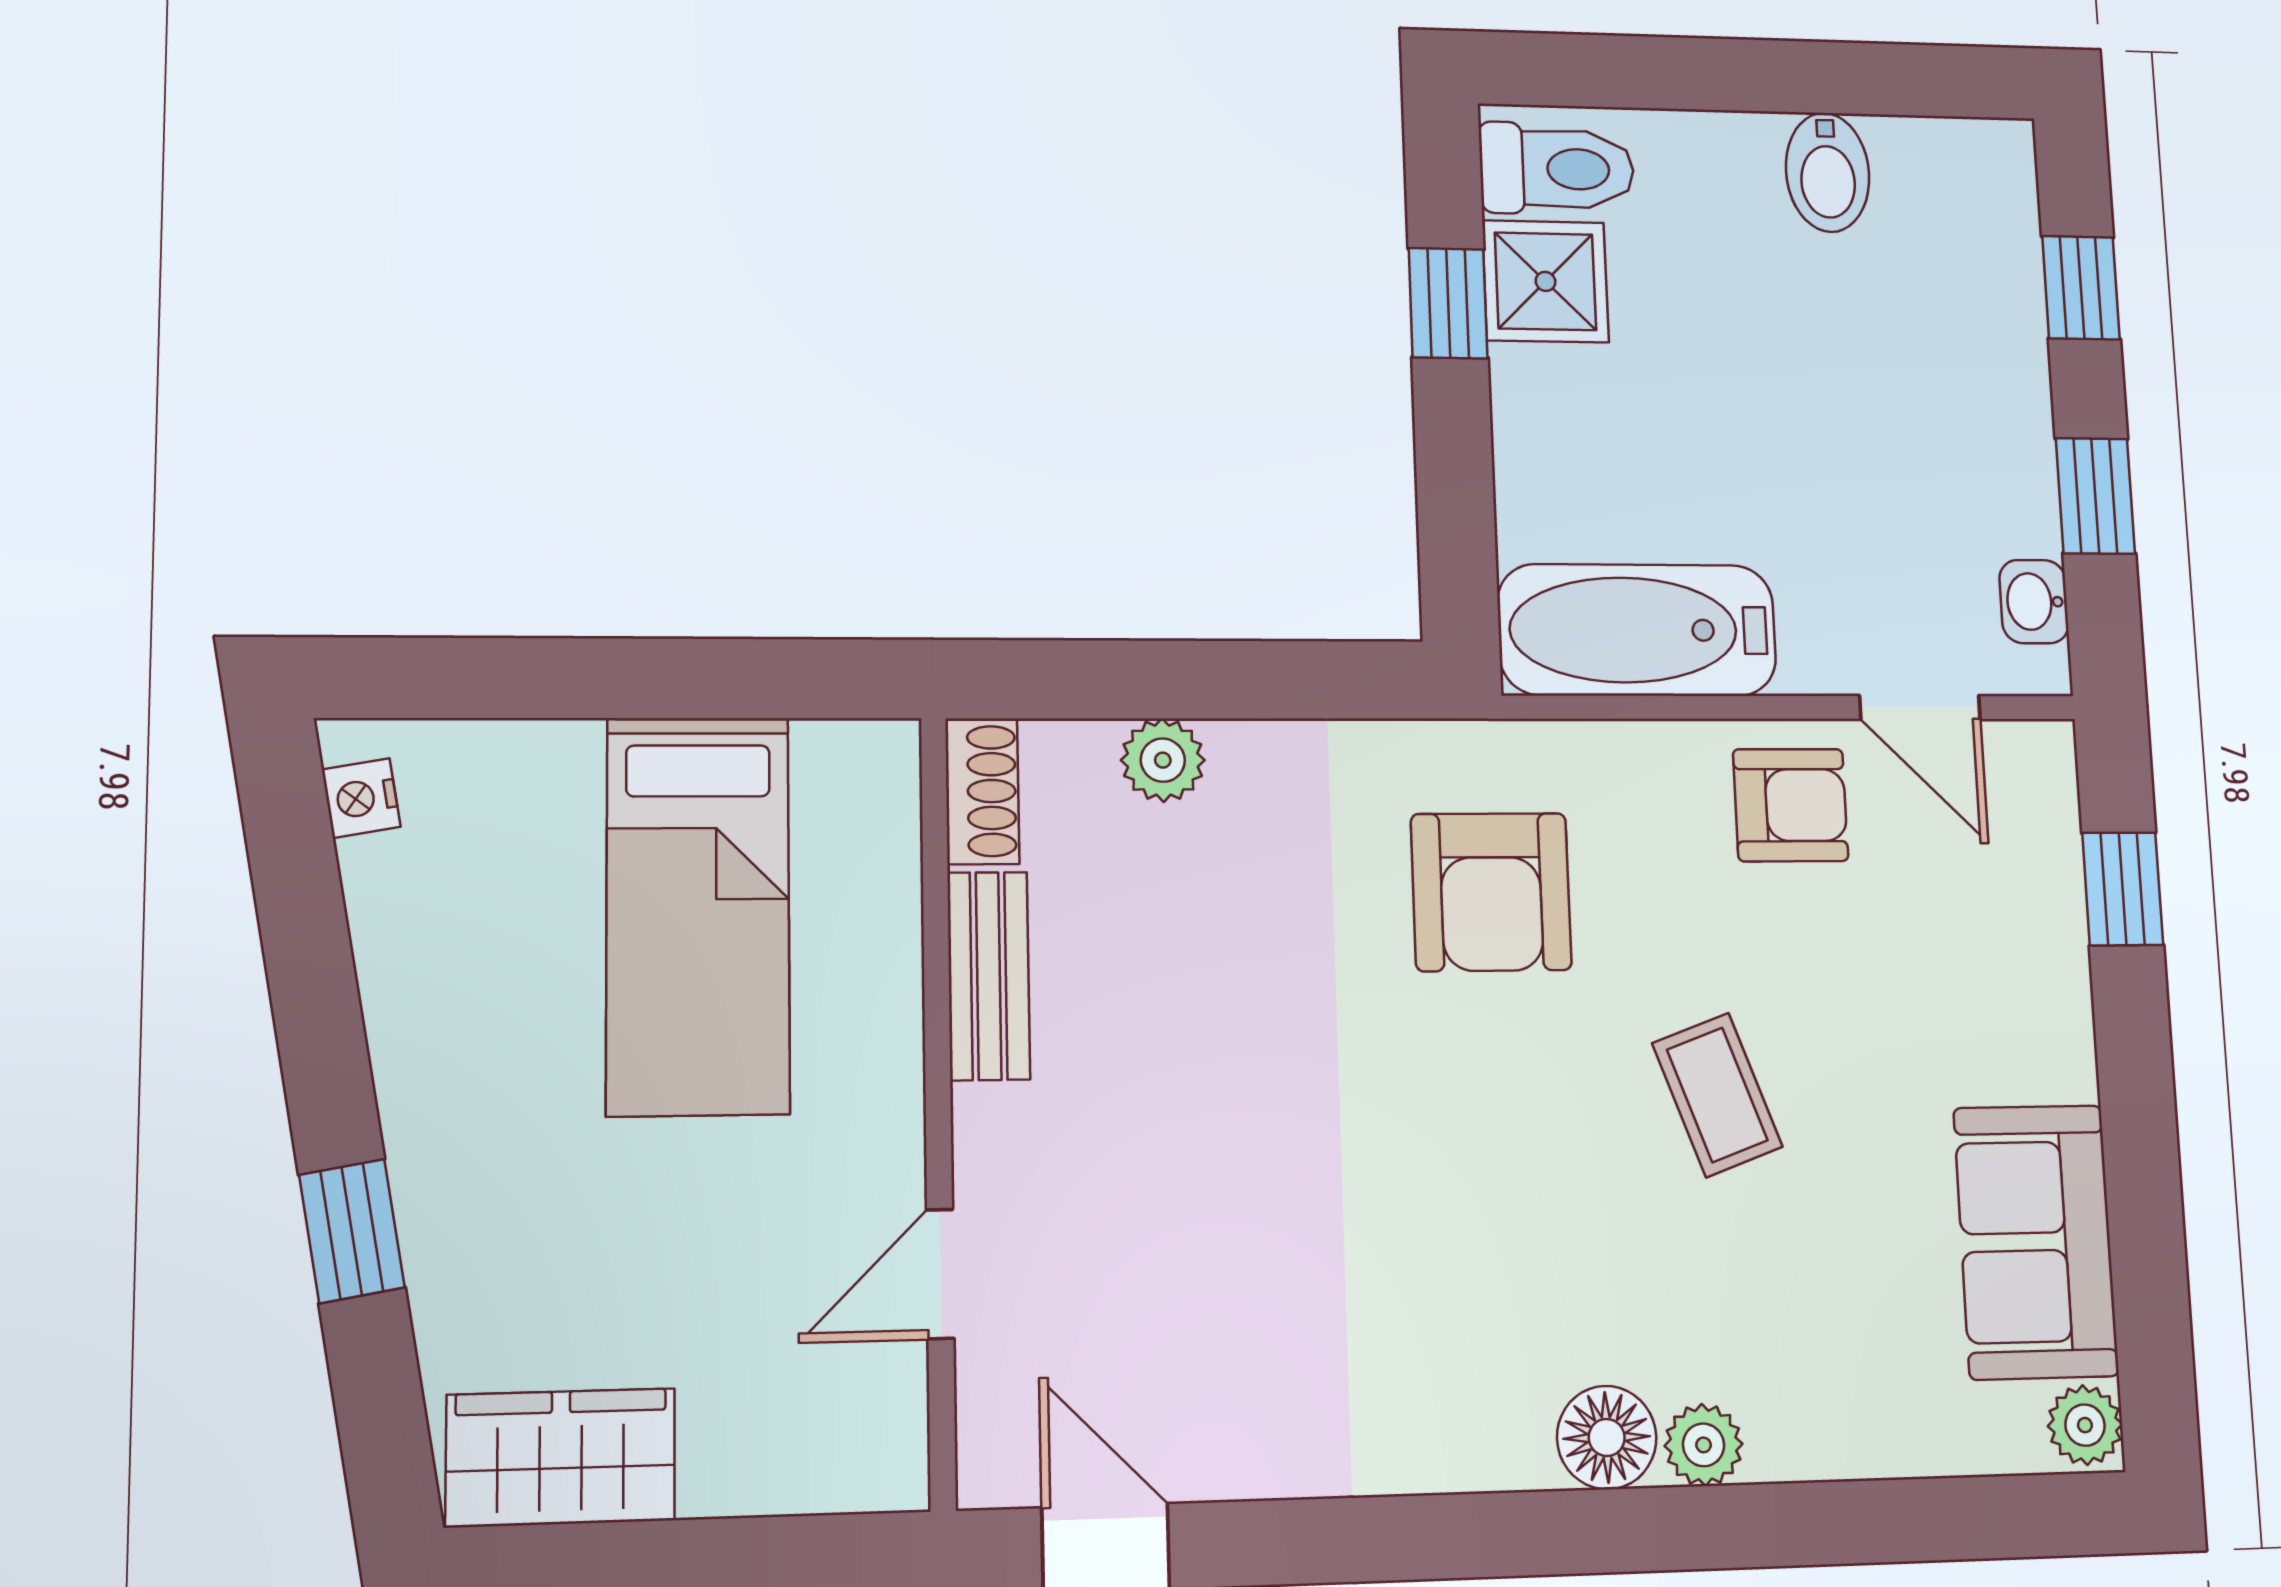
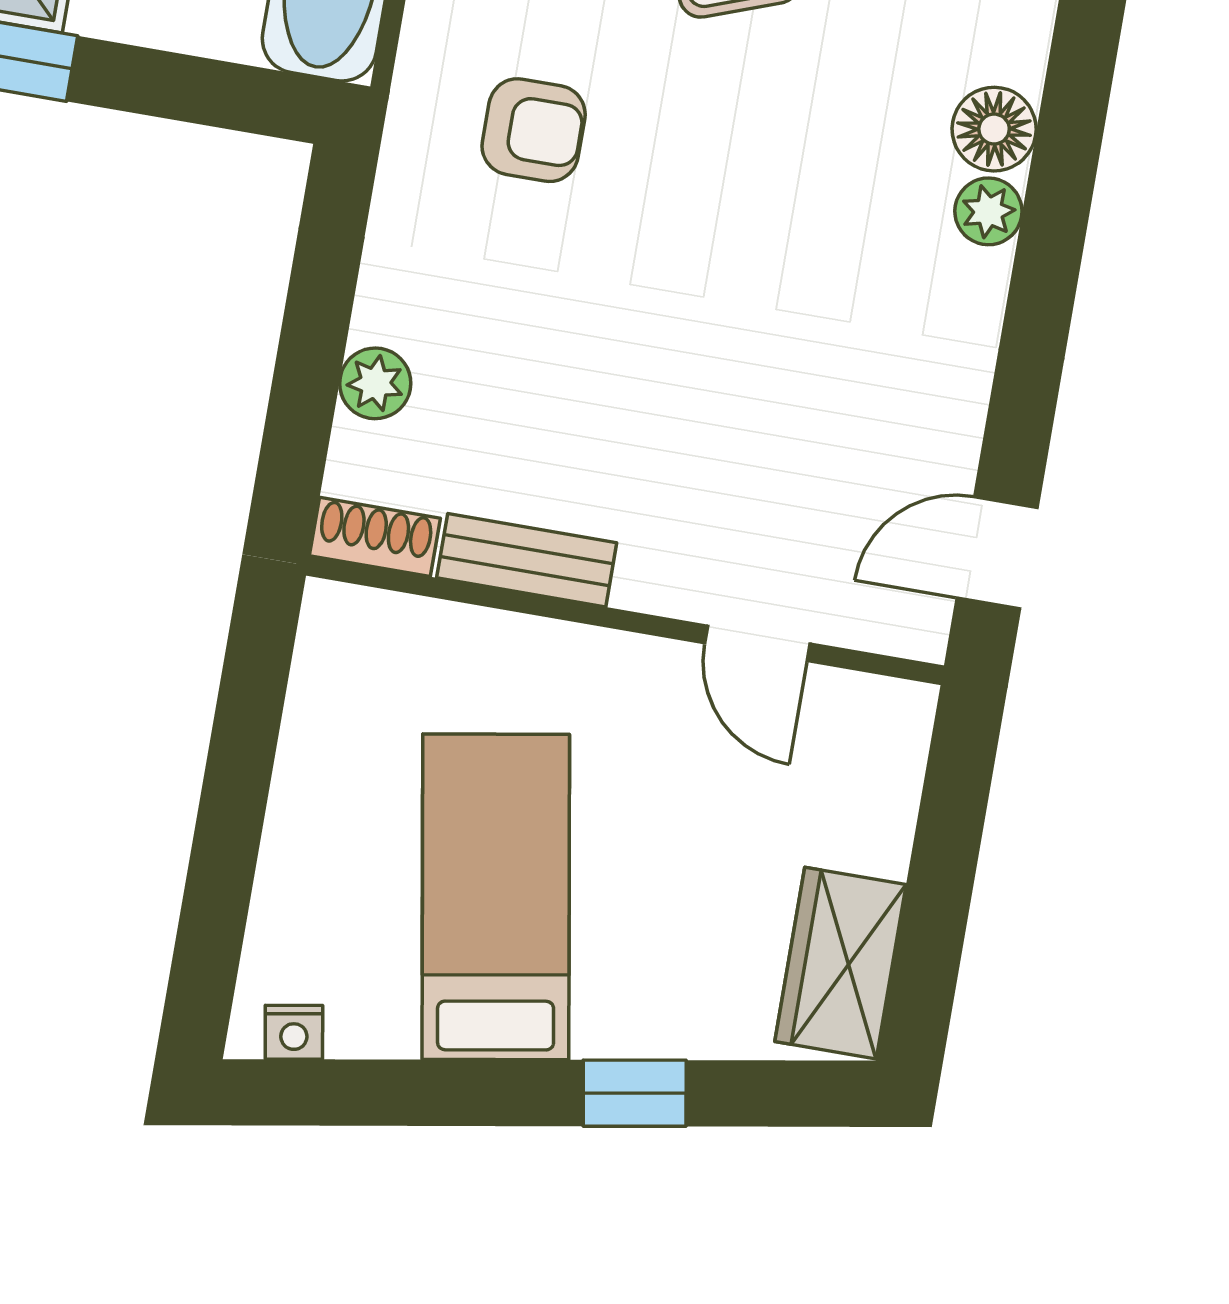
armchair: (1491, 892) -> (534, 130), width x0.72, depth x0.72
bed: (698, 915) -> (496, 897), moved, turned -100
plant: (1704, 1445) -> (988, 211), moved

